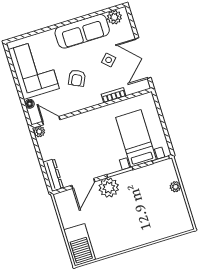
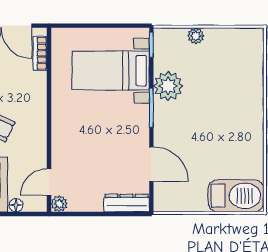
bookcase: (114, 95) -> (40, 53), moved
plant: (109, 188) -> (168, 86), moved

